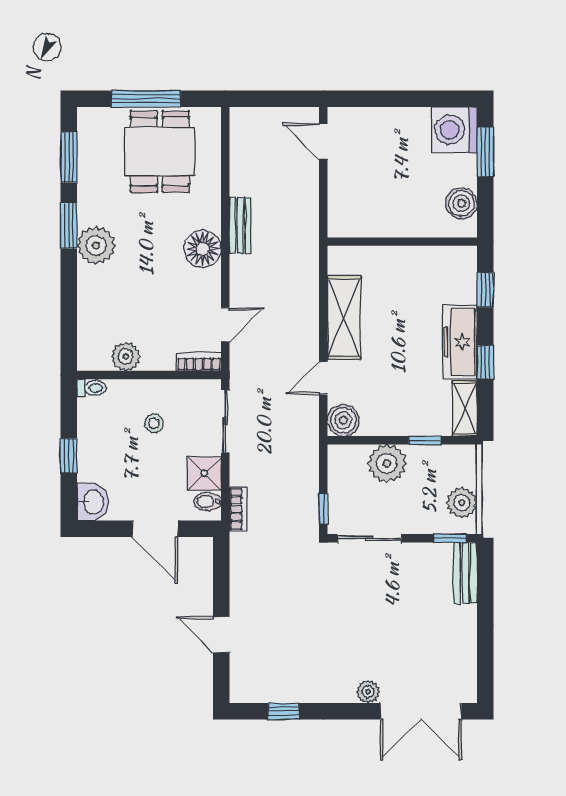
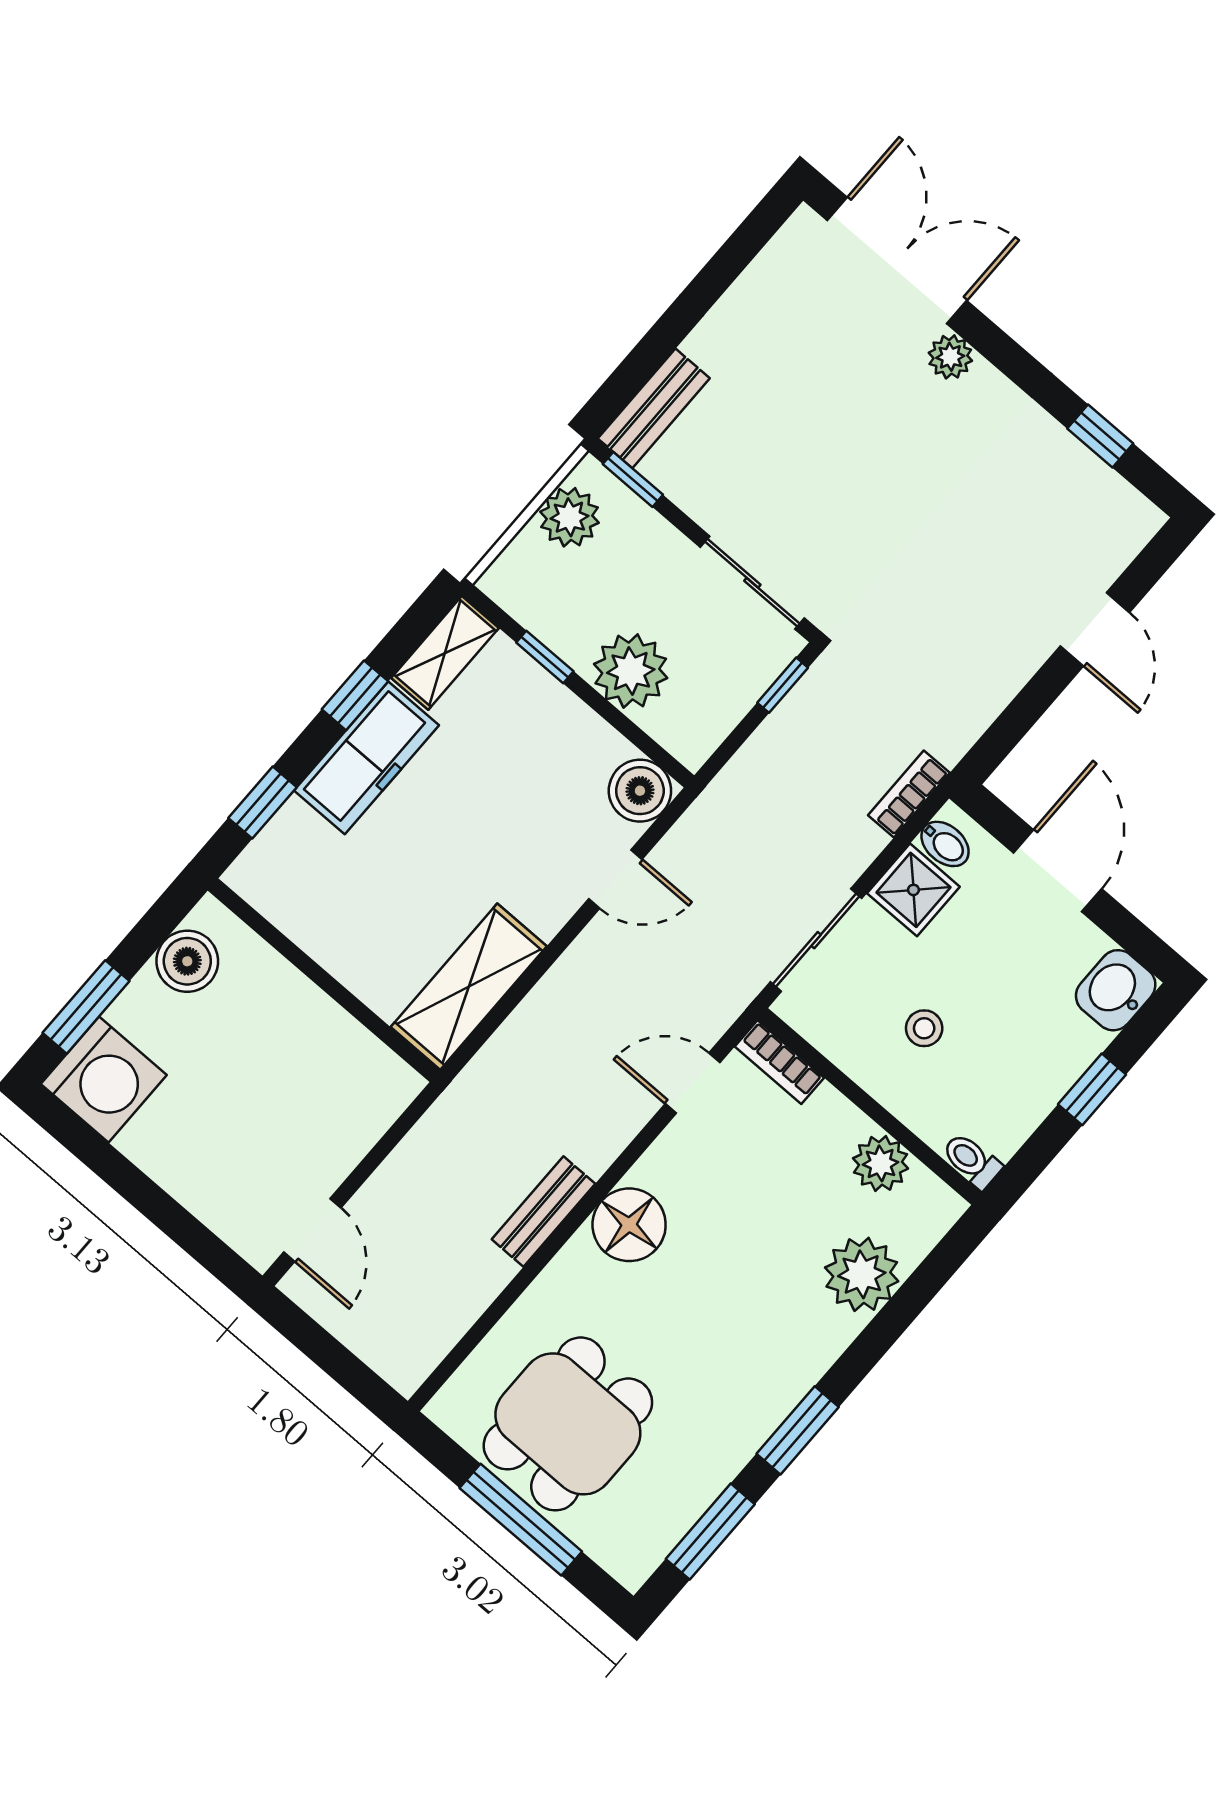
plant: (96, 245) -> (862, 1274), moved
shelving: (344, 318) -> (469, 987), moved

